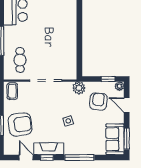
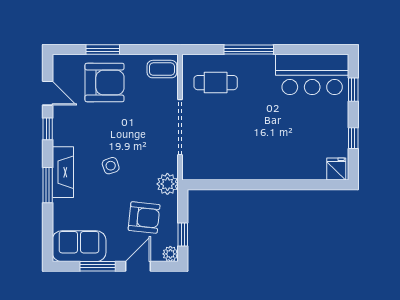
armchair: (20, 124) -> (104, 83), turned -82
window: (127, 139) -> (98, 266), moved
fireplace: (49, 149) -> (63, 172), moved
door: (26, 157) -> (48, 93), hinge flipped
window: (80, 157) -> (48, 185), width x0.69

